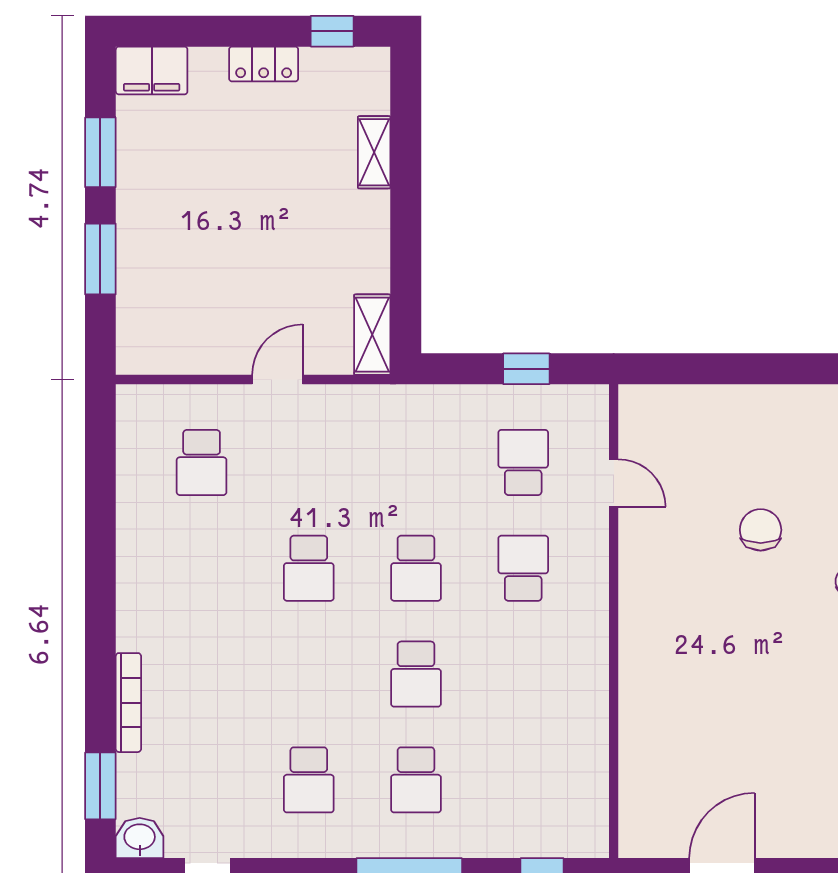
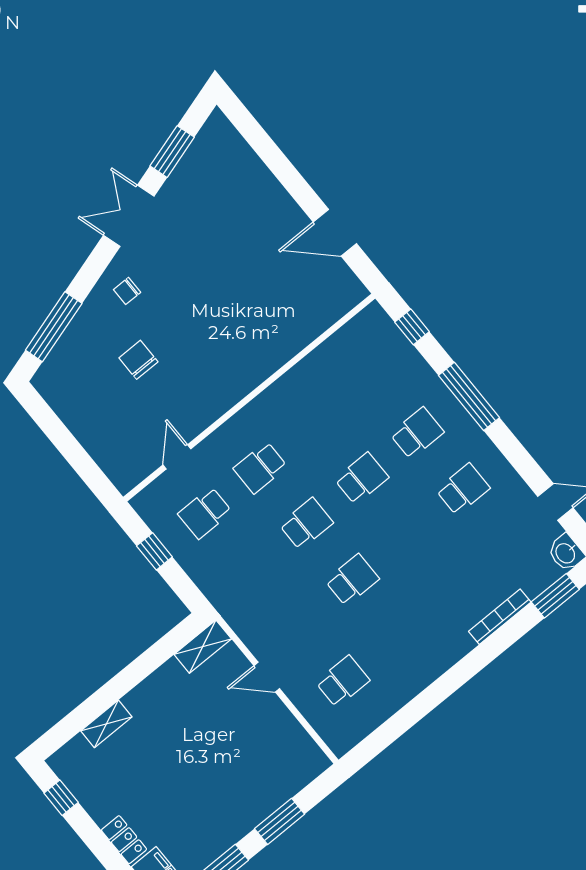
locker: (264, 64) -> (124, 840), moved
chair: (761, 530) -> (138, 360), turned 90

